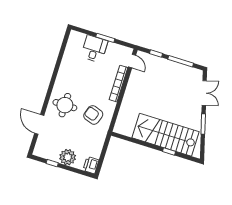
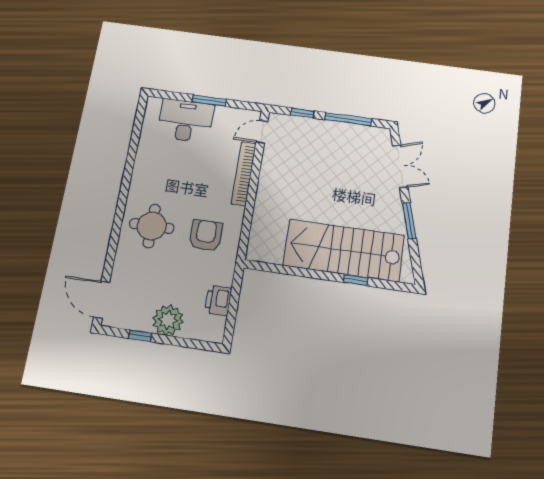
desk: (94, 49) -> (186, 121), width x1.37
door: (132, 61) -> (262, 132), swing flipped
armchair: (93, 115) -> (206, 235), turned 71
door: (39, 124) -> (102, 300), moved
printer: (91, 165) -> (218, 301), moved

